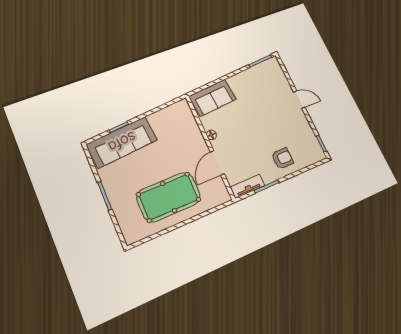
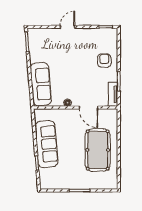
sofa: (213, 98) -> (41, 84), width x1.36
sofa: (122, 142) -> (46, 144), moved

